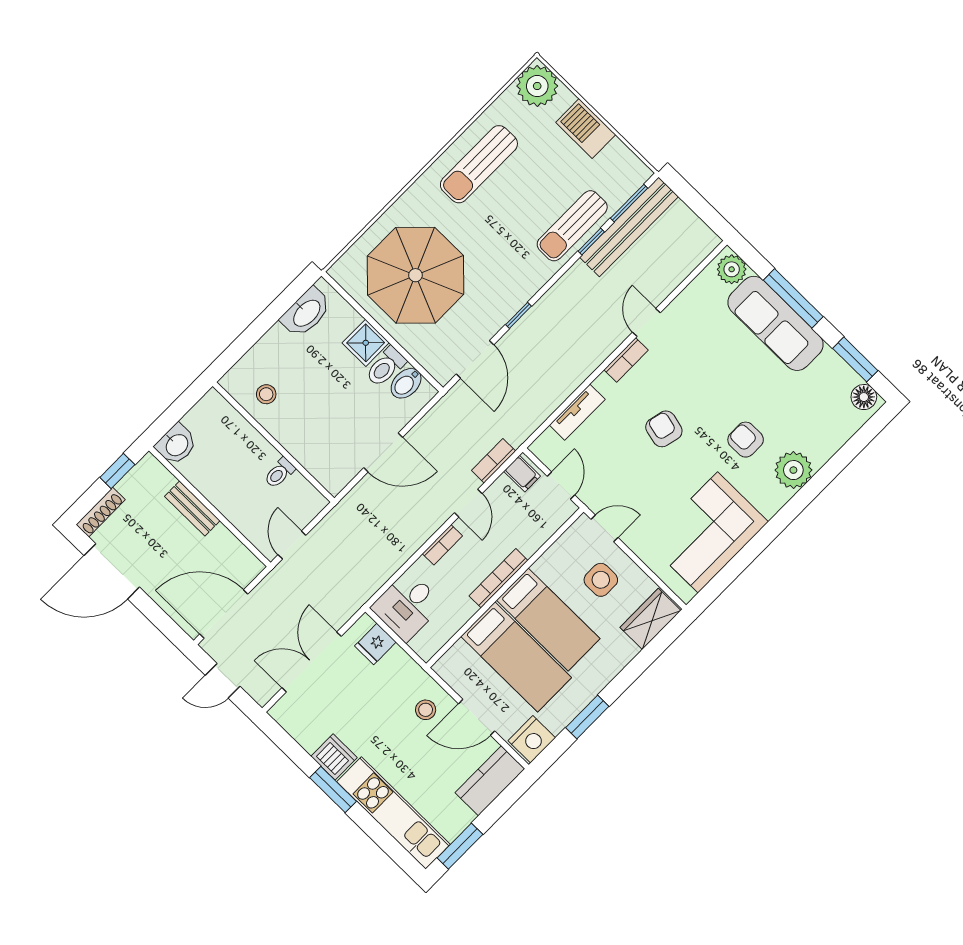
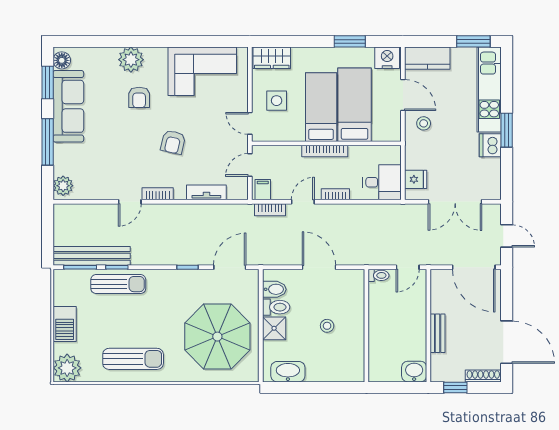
sofa: (775, 323) -> (68, 106), moved
stool: (266, 394) -> (327, 326), moved
toilet: (280, 473) -> (379, 275), moved

